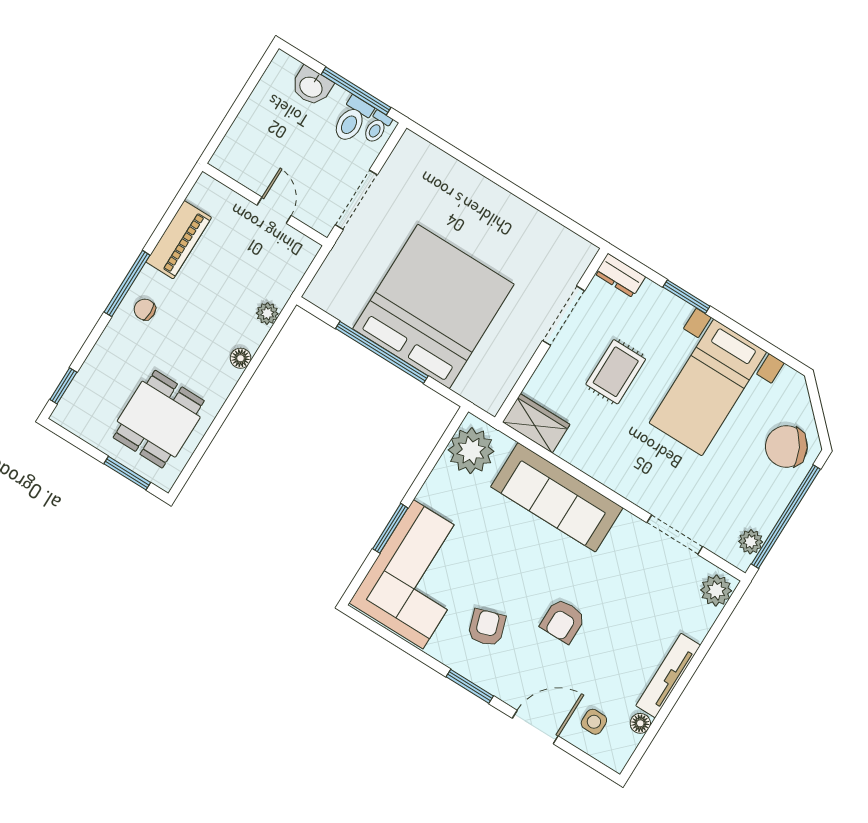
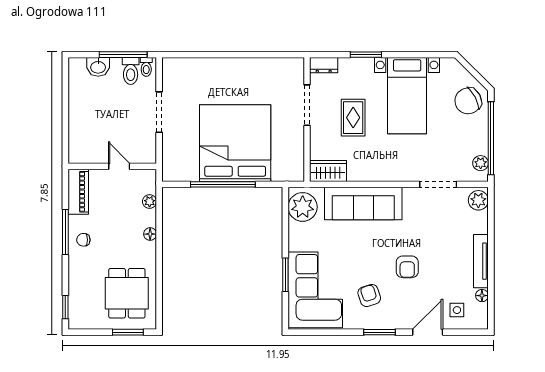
wall: (265, 205) -> (112, 166), moved
door: (274, 210) -> (119, 166), moved

